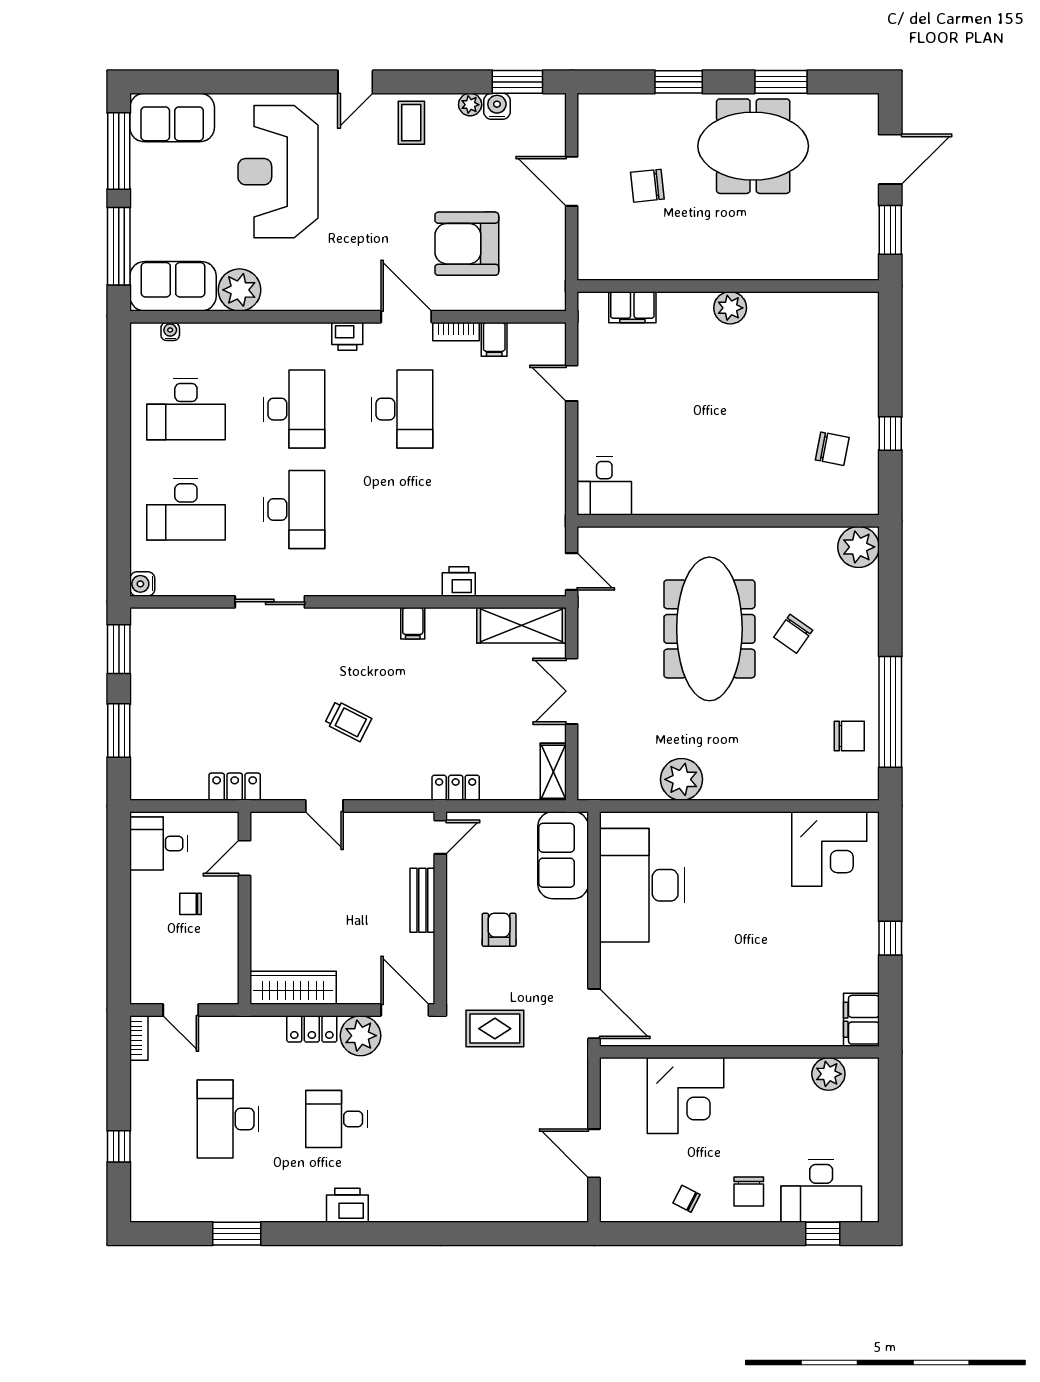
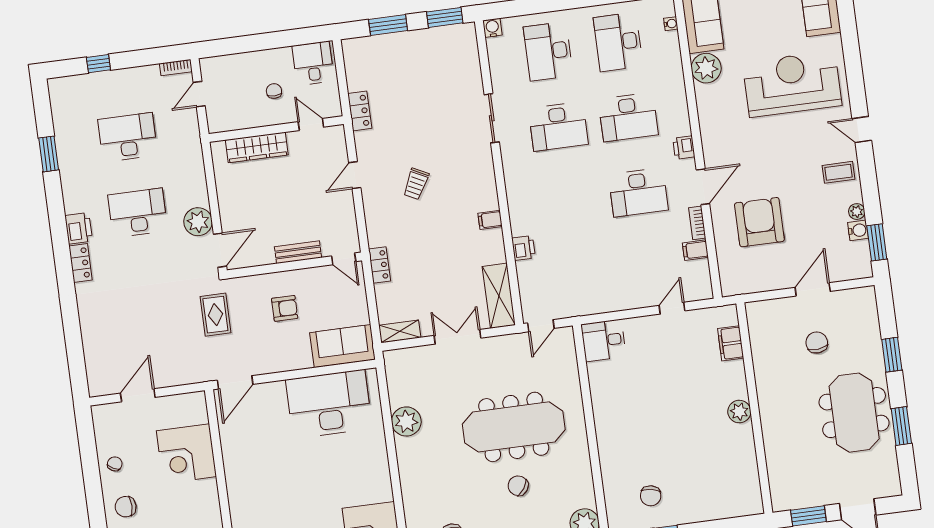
wardrobe: (293, 988) -> (257, 147), moved, turned 90
locker: (312, 1029) -> (81, 263), moved, turned 180
desk: (337, 1119) -> (138, 213), width x1.37

